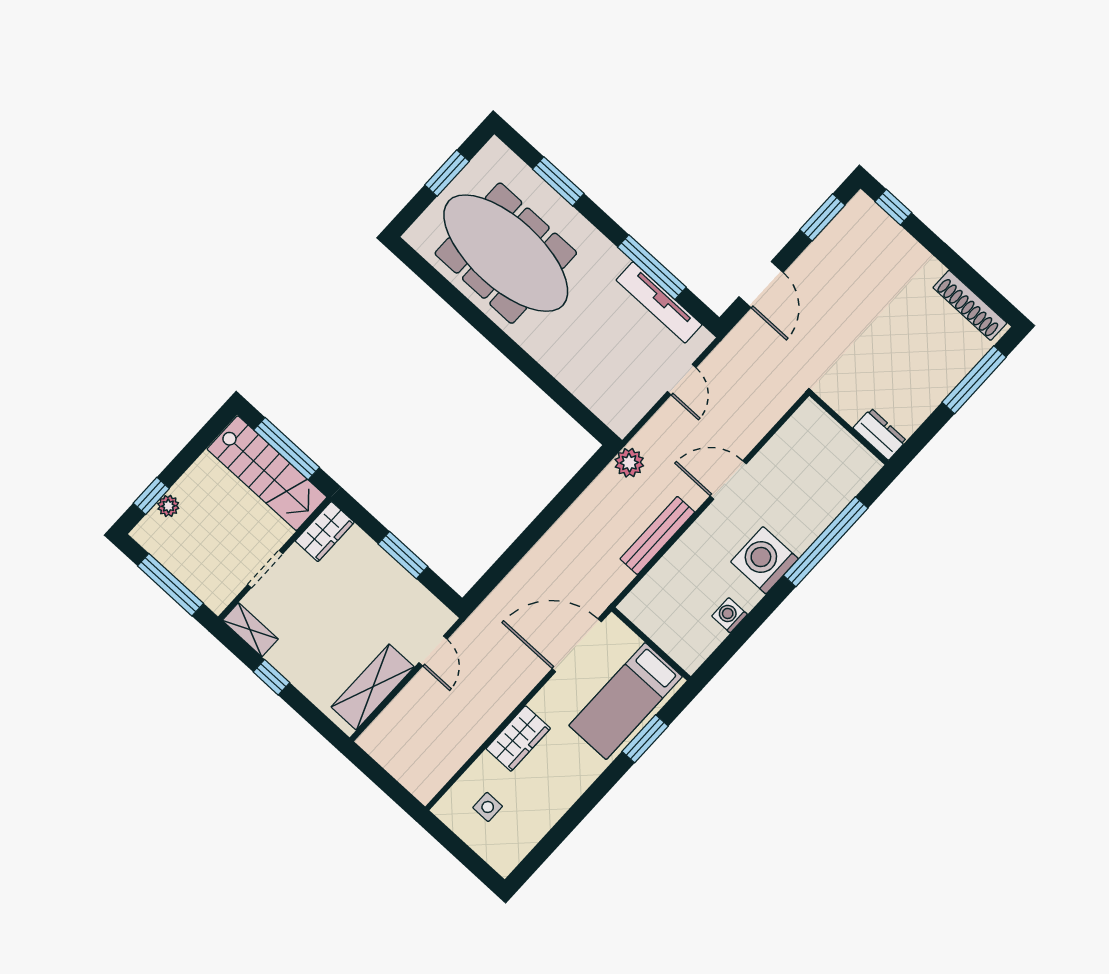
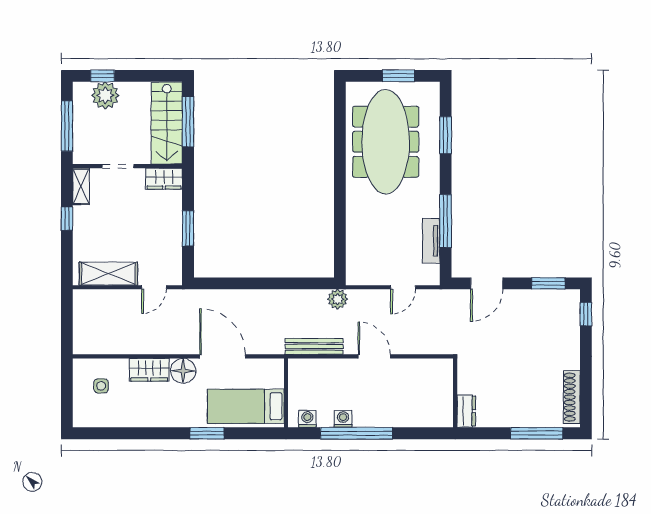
tv unit: (659, 302) -> (431, 241), width x0.71
plant: (168, 506) -> (105, 95), width x1.88, depth x1.88
window: (826, 542) -> (357, 433), moved
washing machine: (764, 560) -> (343, 419), width x0.53, depth x0.53
wall: (651, 644) -> (286, 393), moved
bed: (626, 701) -> (246, 406), moved
floor lamp: (553, 703) -> (183, 371), added

